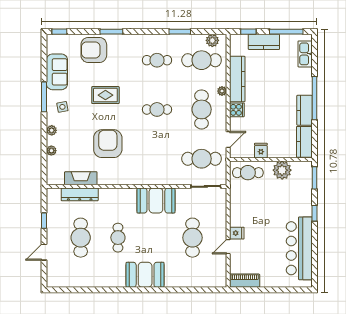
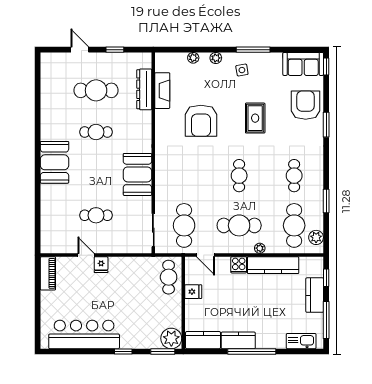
sofa: (57, 72) -> (303, 64), moved
armchair: (108, 144) -> (201, 121), turned 90
plant: (282, 170) -> (171, 338), moved
cafe table: (192, 238) -> (96, 215), width x0.73, depth x0.74

